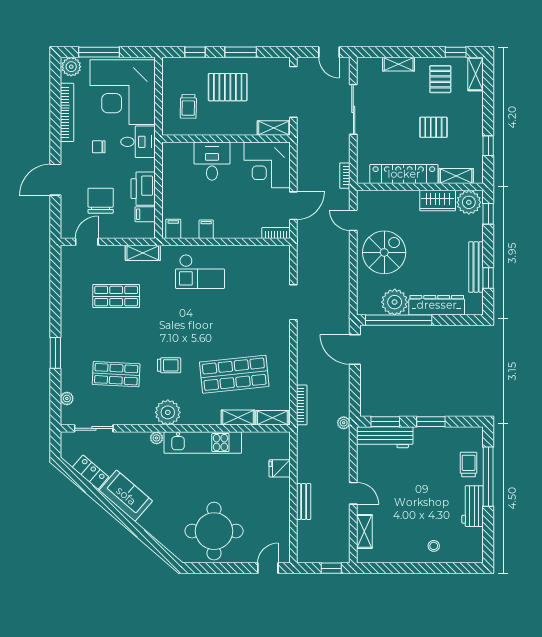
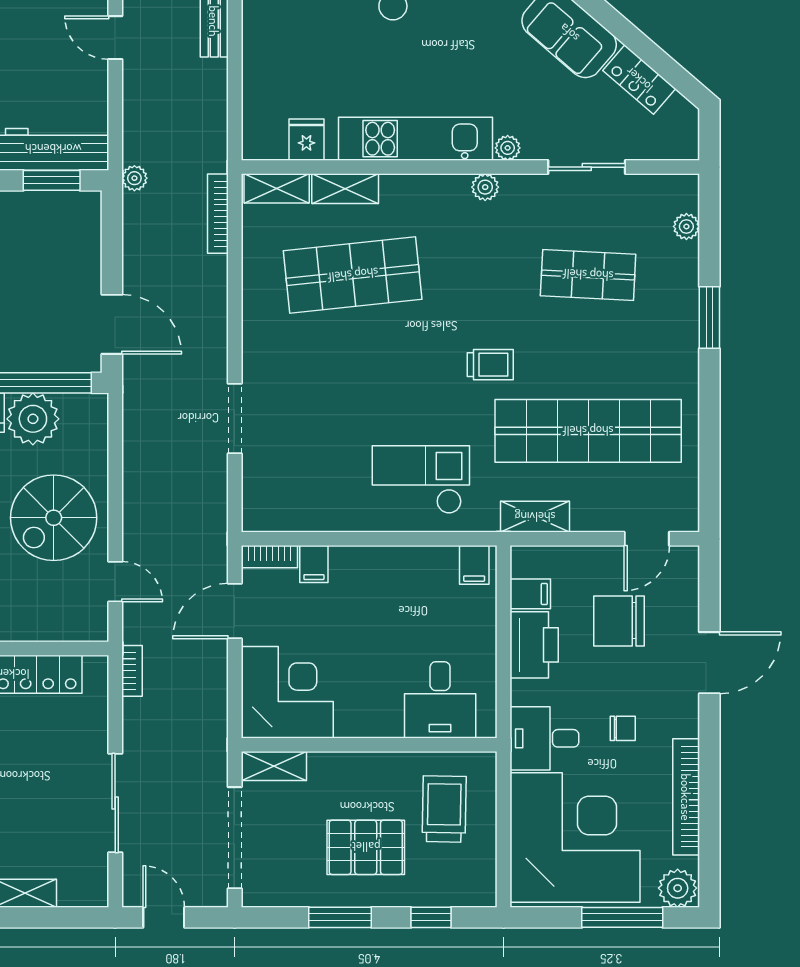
trolley: (188, 106) -> (444, 809), width x1.36, depth x1.39
desk: (212, 161) -> (440, 700), moved
chair: (101, 201) -> (619, 621), turned 90
filing cabinet: (206, 229) -> (314, 564), moved
shop shelf: (116, 296) -> (588, 431), width x2.00, depth x1.36
trolley: (169, 365) -> (490, 365), moved, turned 180
plant: (168, 412) -> (485, 187), width x0.53, depth x0.53
sliding door: (94, 428) -> (587, 167), moved
fridge: (280, 468) -> (306, 140), moved, turned -90

